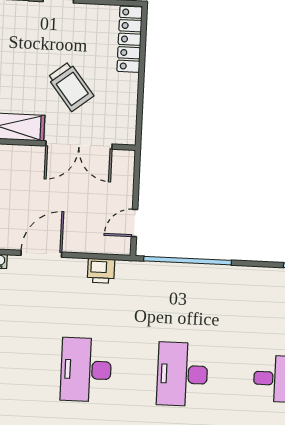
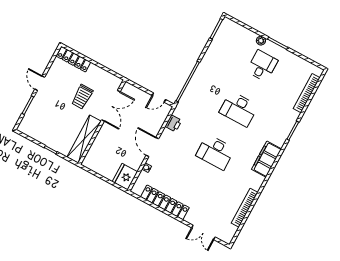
trolley: (71, 87) -> (82, 97), turned 128
door: (134, 223) -> (159, 98), hinge flipped

